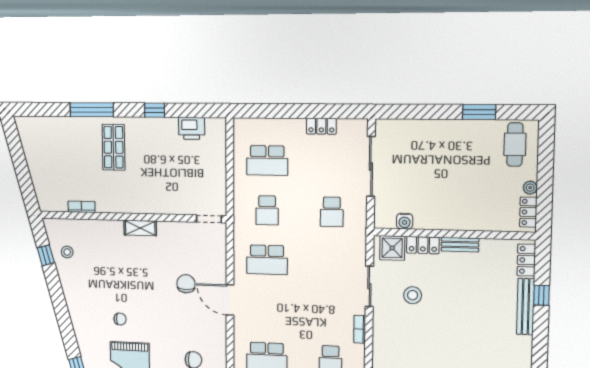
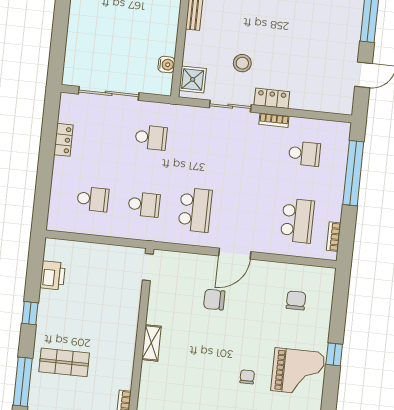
school desk: (267, 160) -> (93, 199), width x0.54
locker: (423, 245) -> (272, 98), moved, turned -90

